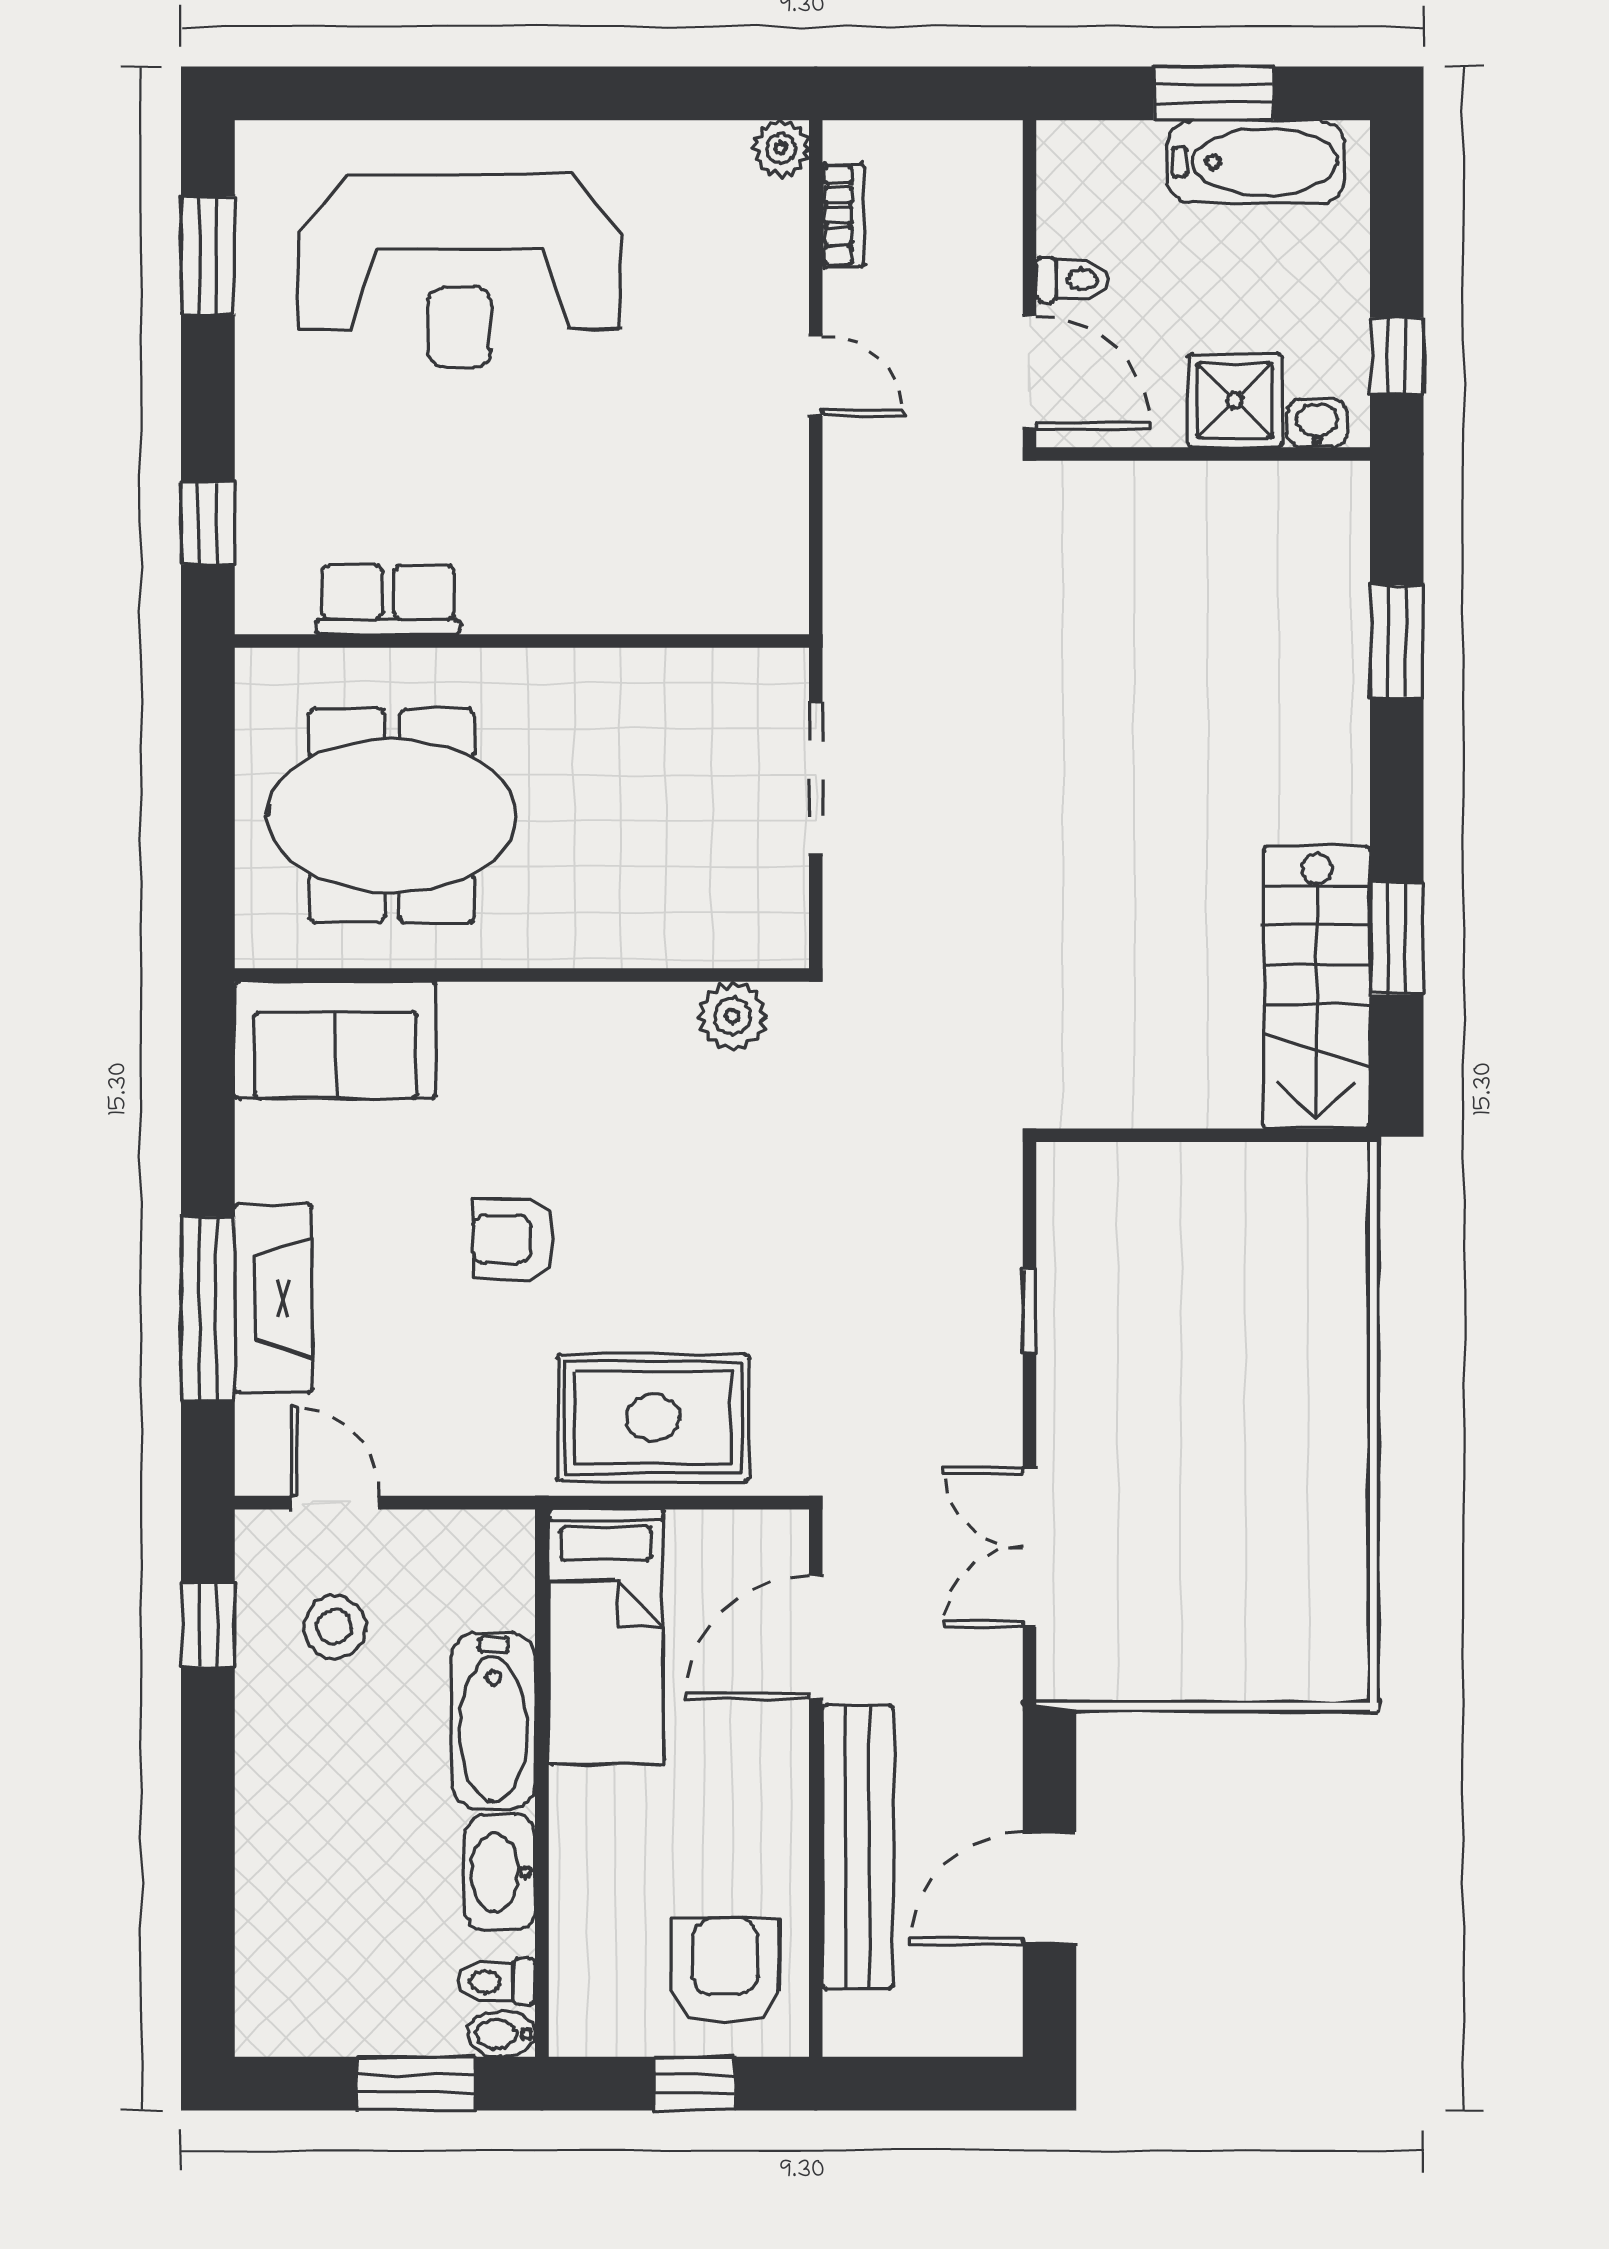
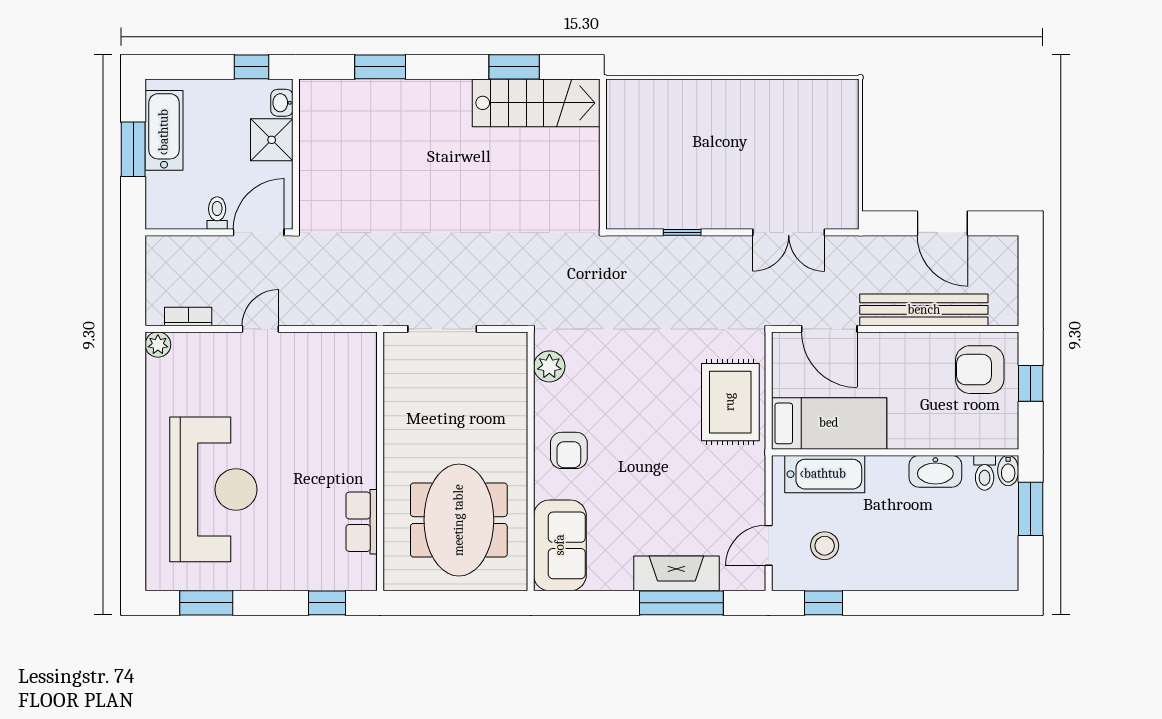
armchair: (513, 1239) -> (569, 450), moved
bathtub: (493, 1721) -> (825, 474), moved

